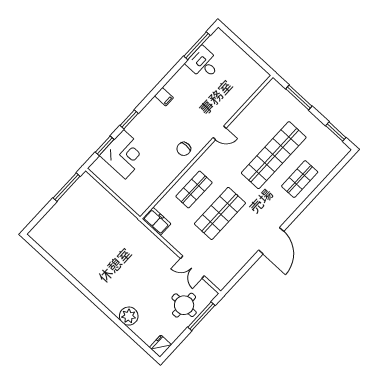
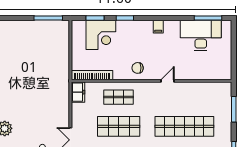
desk: (203, 63) -> (201, 35), width x1.87, depth x1.30
door: (220, 133) -> (168, 81), swing flipped
bookcase: (153, 195) -> (92, 75), added

